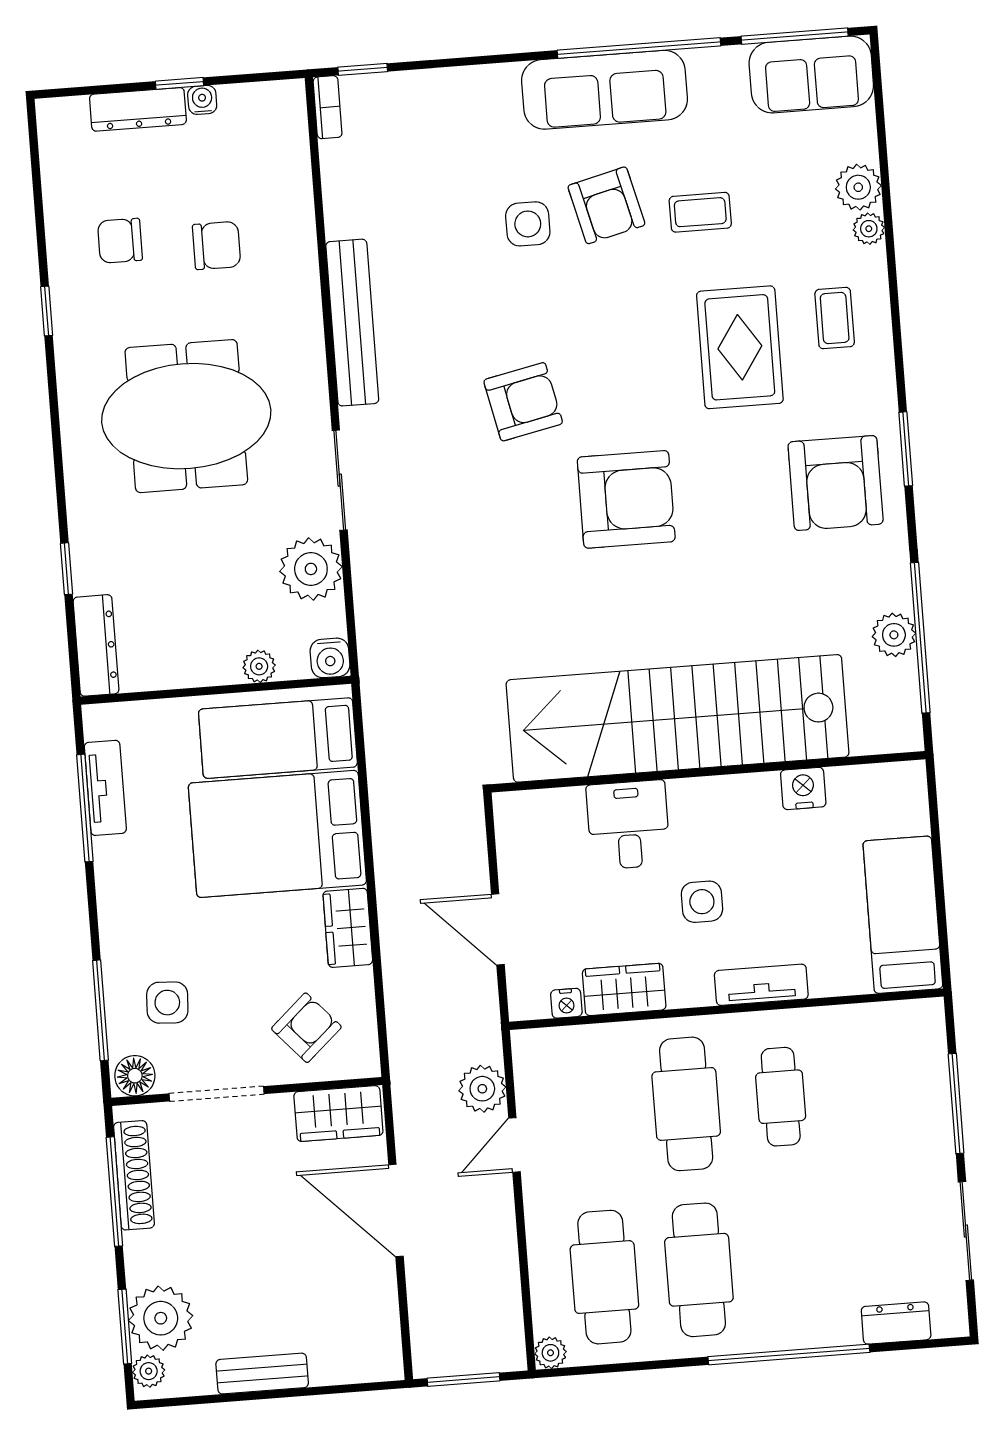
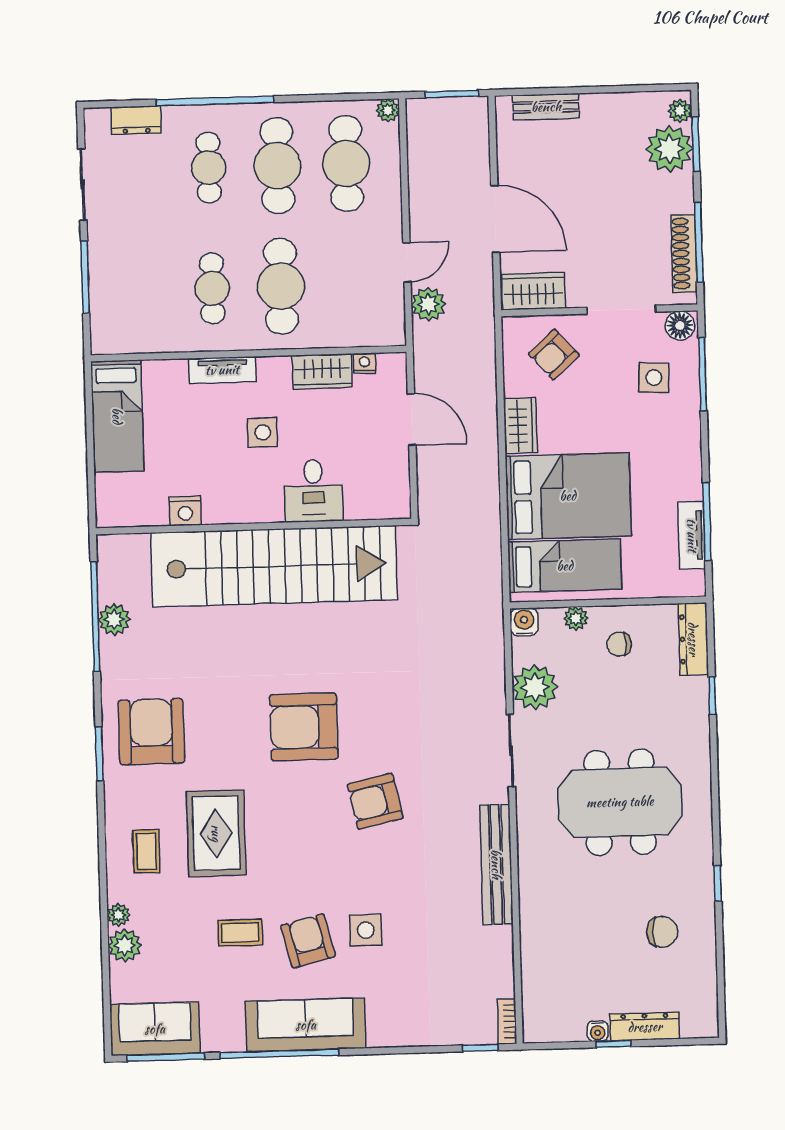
chair: (217, 245) -> (619, 644), moved, width x0.73, depth x0.73
cafe table: (793, 1263) -> (209, 168), added
bench: (262, 1374) -> (546, 107), moved

